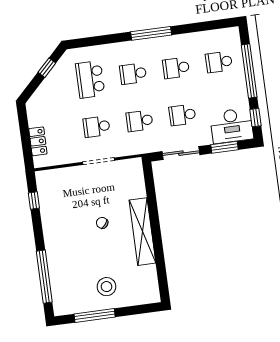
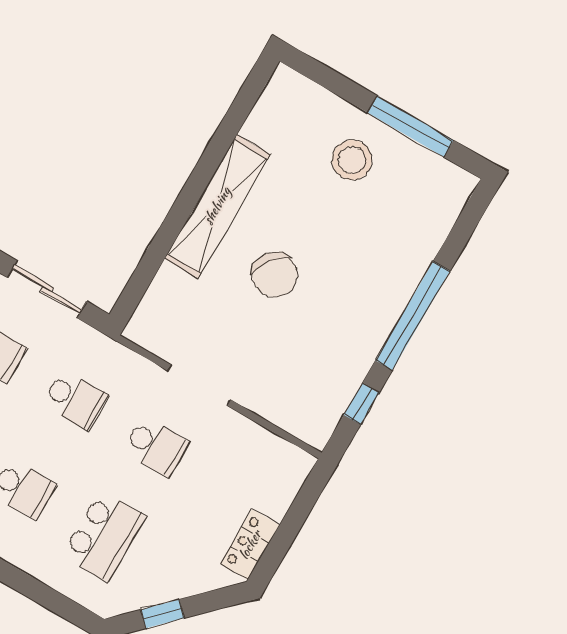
locker: (38, 141) -> (250, 545), moved
chair: (102, 223) -> (275, 275), width x1.87, depth x1.87
window: (44, 277) -> (413, 316), moved

